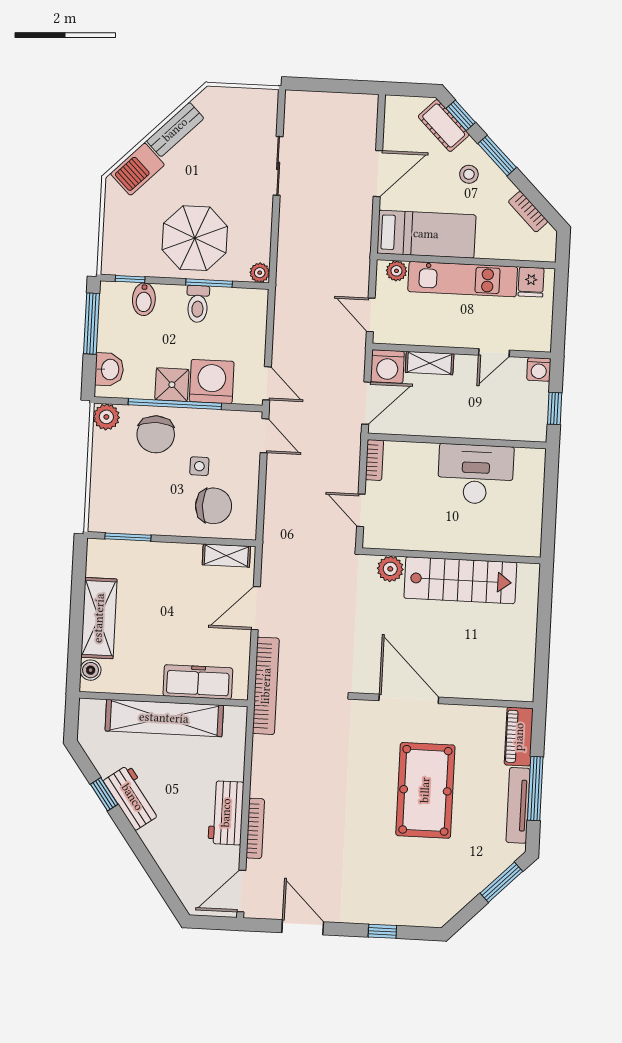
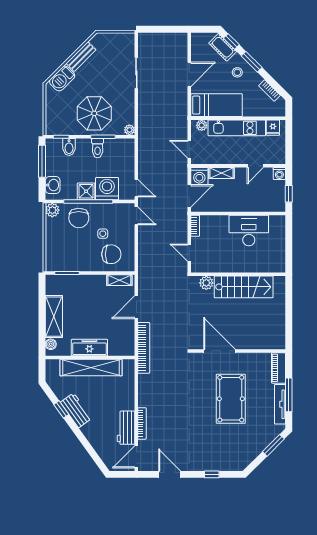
freezer: (198, 682) -> (89, 348), moved
workbench: (226, 813) -> (126, 428), moved

